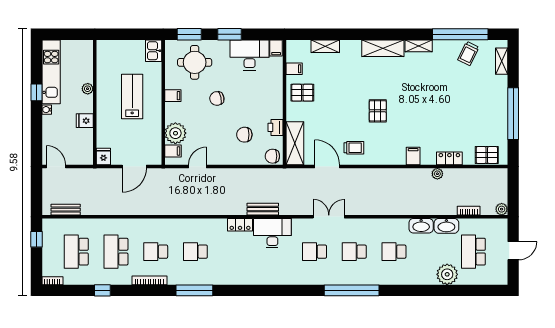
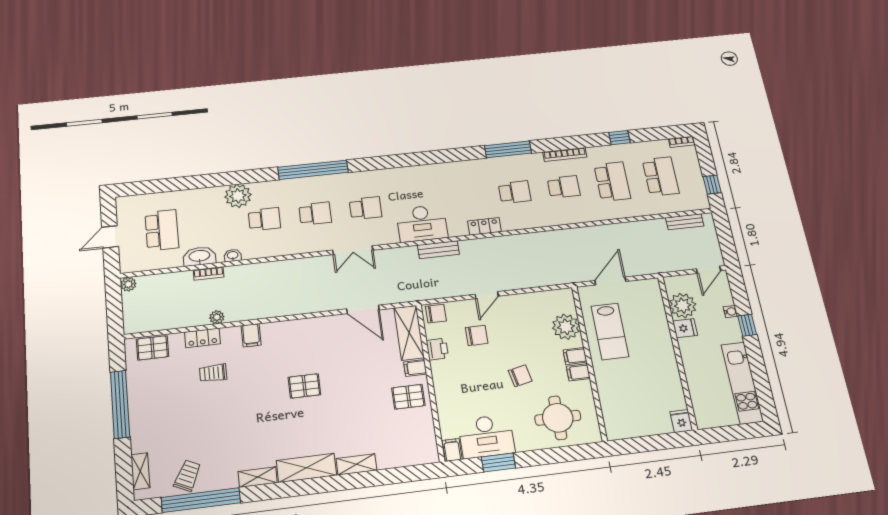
window: (189, 34) -> (572, 453), removed
window: (229, 34) -> (498, 462), moved
shelving: (325, 46) -> (357, 464), moved
kitchen sink: (154, 51) -> (615, 426), removed
filing cabinet: (294, 69) -> (415, 368), moved
plant: (88, 89) -> (683, 305), moved, width x1.87, depth x1.87
window: (36, 92) -> (747, 325), moved
lab bench: (132, 96) -> (610, 331), moved
water cooler: (47, 110) -> (730, 312), moved
pallet: (378, 111) -> (304, 386), turned 90
trolley: (354, 148) -> (213, 373), moved
filing cabinet: (173, 151) -> (575, 356), moved
fridge: (103, 157) -> (681, 421), moved, turned 180
door: (56, 167) -> (708, 270), hinge flipped
door: (198, 167) -> (487, 295), moved
bookcase: (469, 211) -> (209, 274), moved
locker: (240, 225) -> (484, 226), moved
washbasin: (421, 226) -> (233, 255), width x0.52, depth x0.69
plant: (447, 274) -> (238, 196), moved

